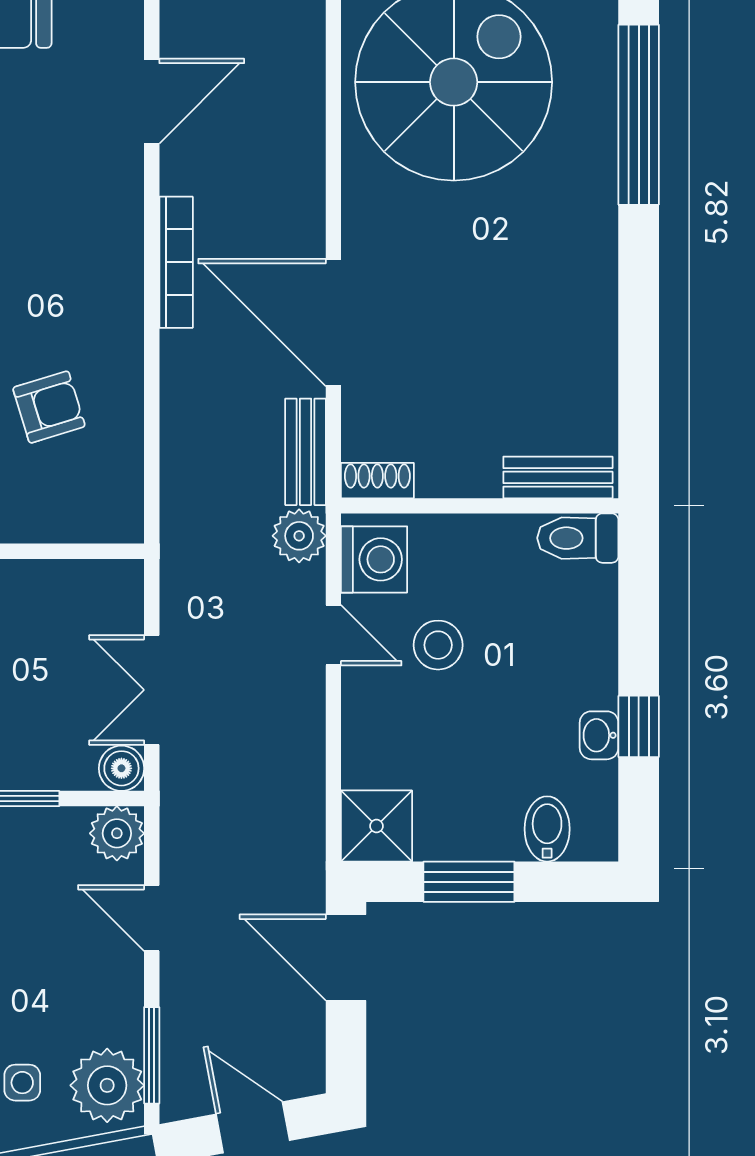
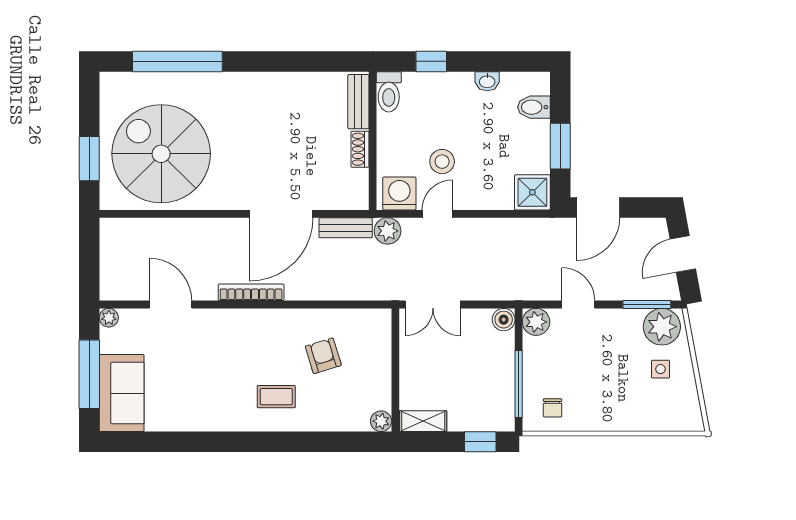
shoe rack: (377, 481) -> (360, 149), moved
double door: (152, 690) -> (433, 304), moved
window: (639, 726) -> (431, 61), moved
door: (152, 918) -> (578, 304), swing flipped

